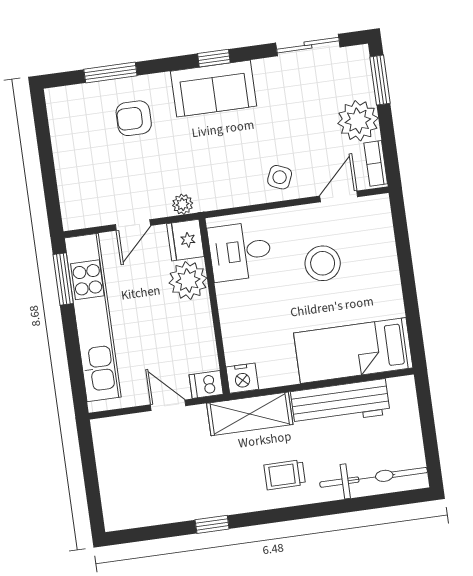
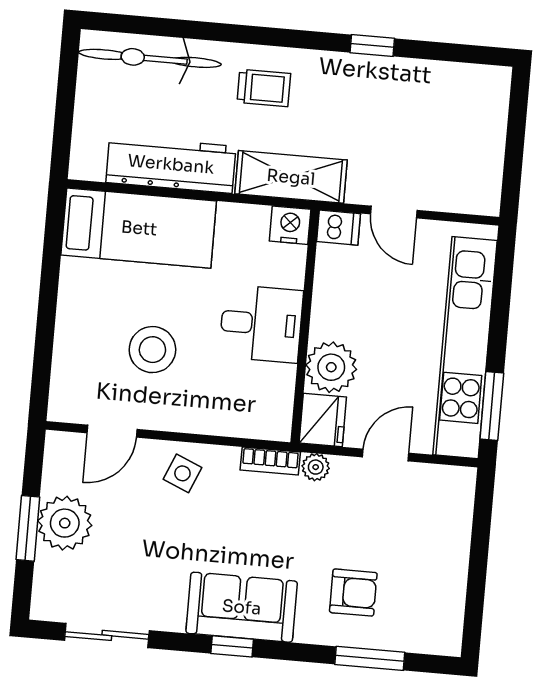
window: (380, 80) -> (28, 528), moved
bookcase: (376, 163) -> (270, 461), moved, turned 90
desk: (240, 251) -> (261, 324), moved

